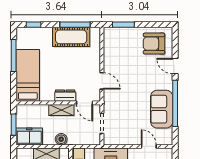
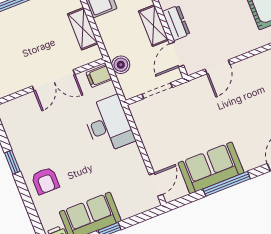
window: (175, 103) -> (227, 184), width x0.68
boiler: (61, 139) -> (121, 65), moved
door: (149, 146) -> (156, 185), moved

